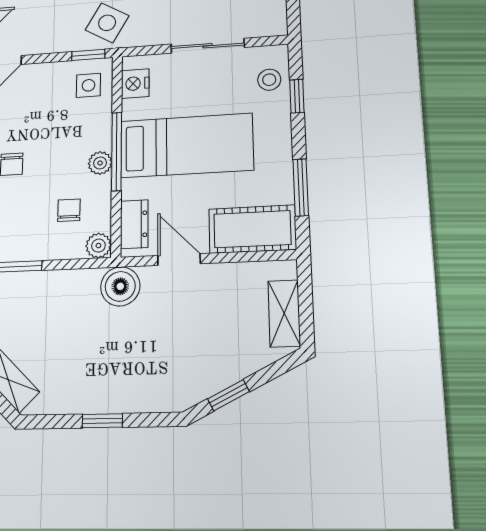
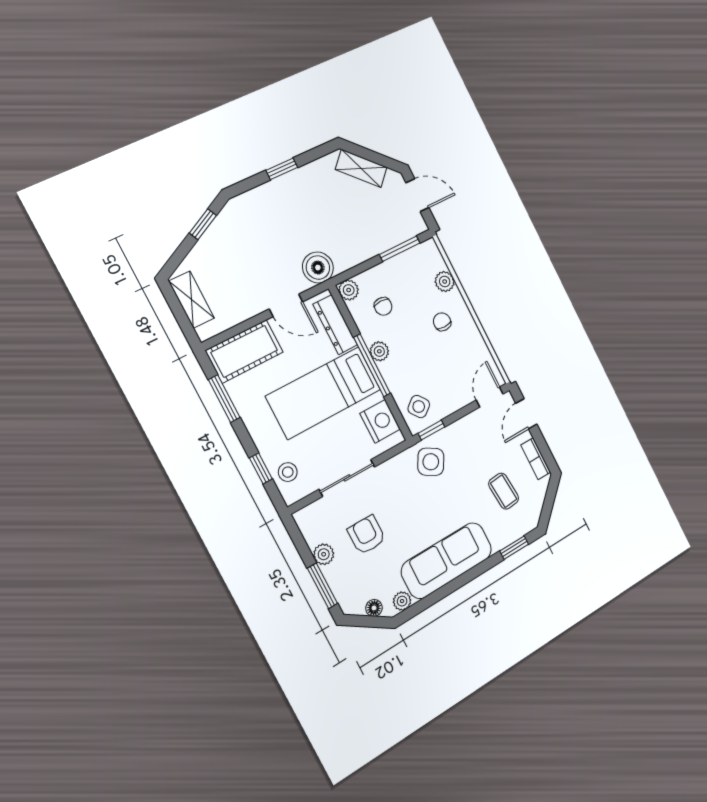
nightstand: (135, 84) -> (380, 421), width x1.36, depth x1.33
side table: (88, 85) -> (419, 407), turned -38
dresser: (134, 224) -> (335, 325), width x1.44

